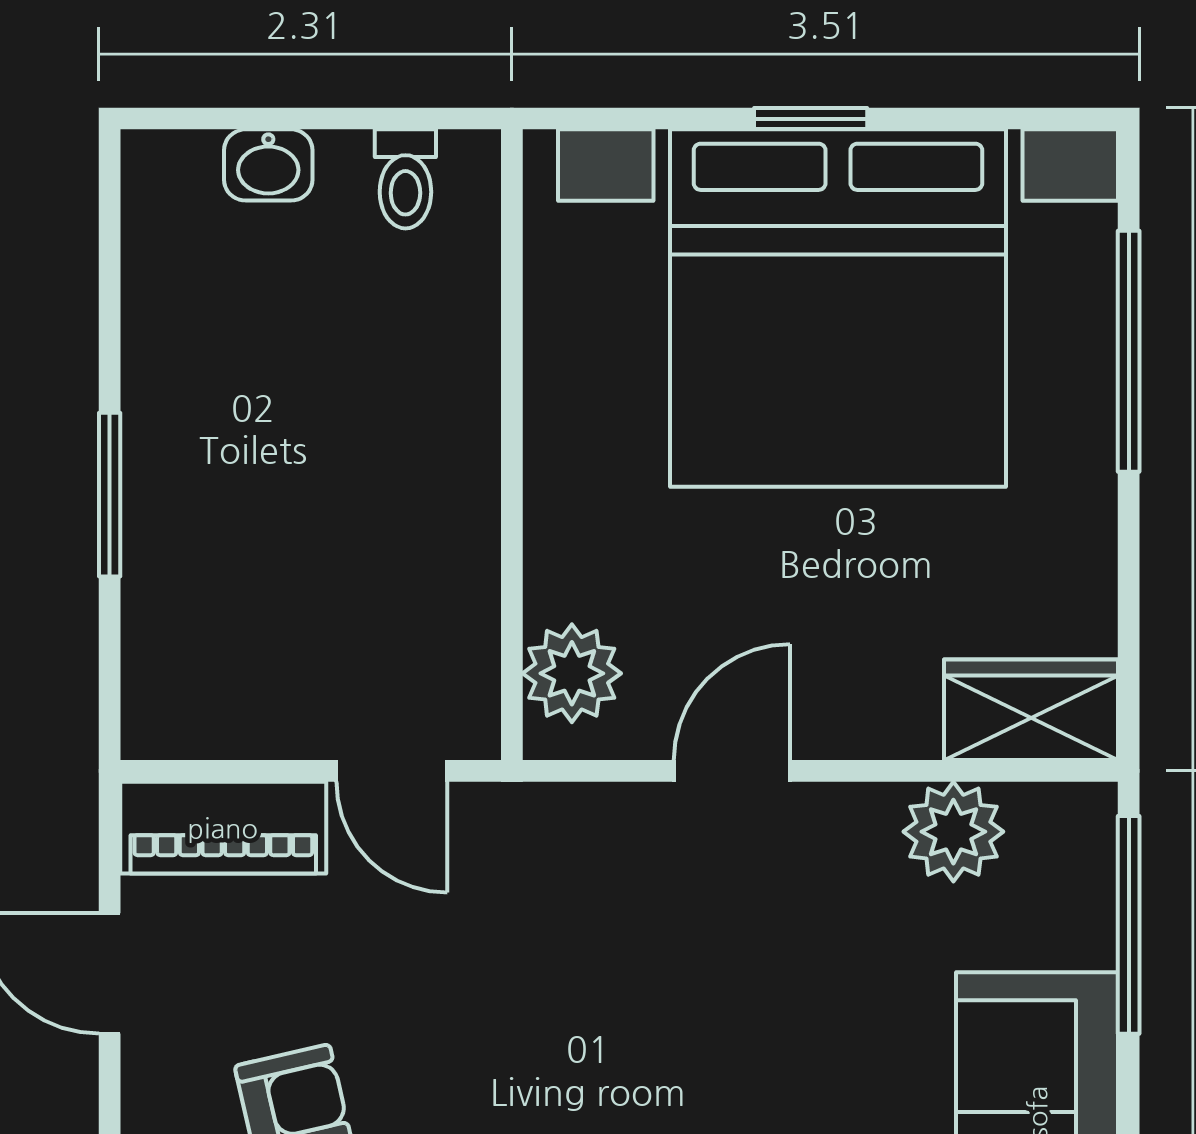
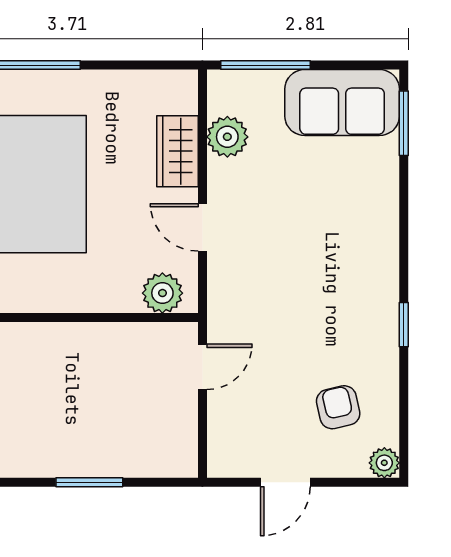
wardrobe: (1031, 710) -> (177, 151), moved
piano: (223, 828) -> (226, 436), removed

